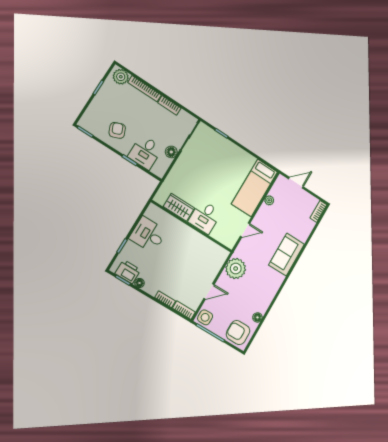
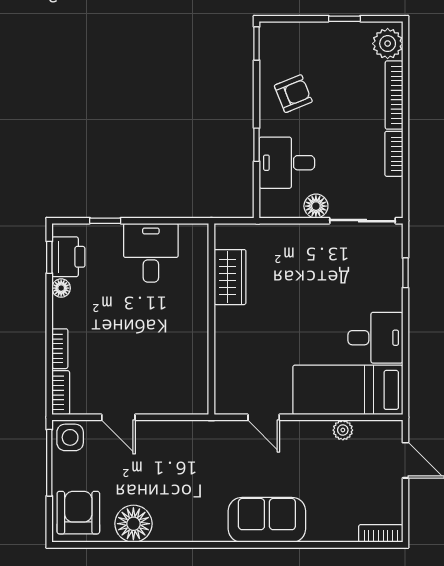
desk: (205, 217) -> (375, 338), moved, turned 180
plant: (236, 269) -> (186, 441), removed
floor lamp: (257, 317) -> (133, 524), width x1.89, depth x1.89

